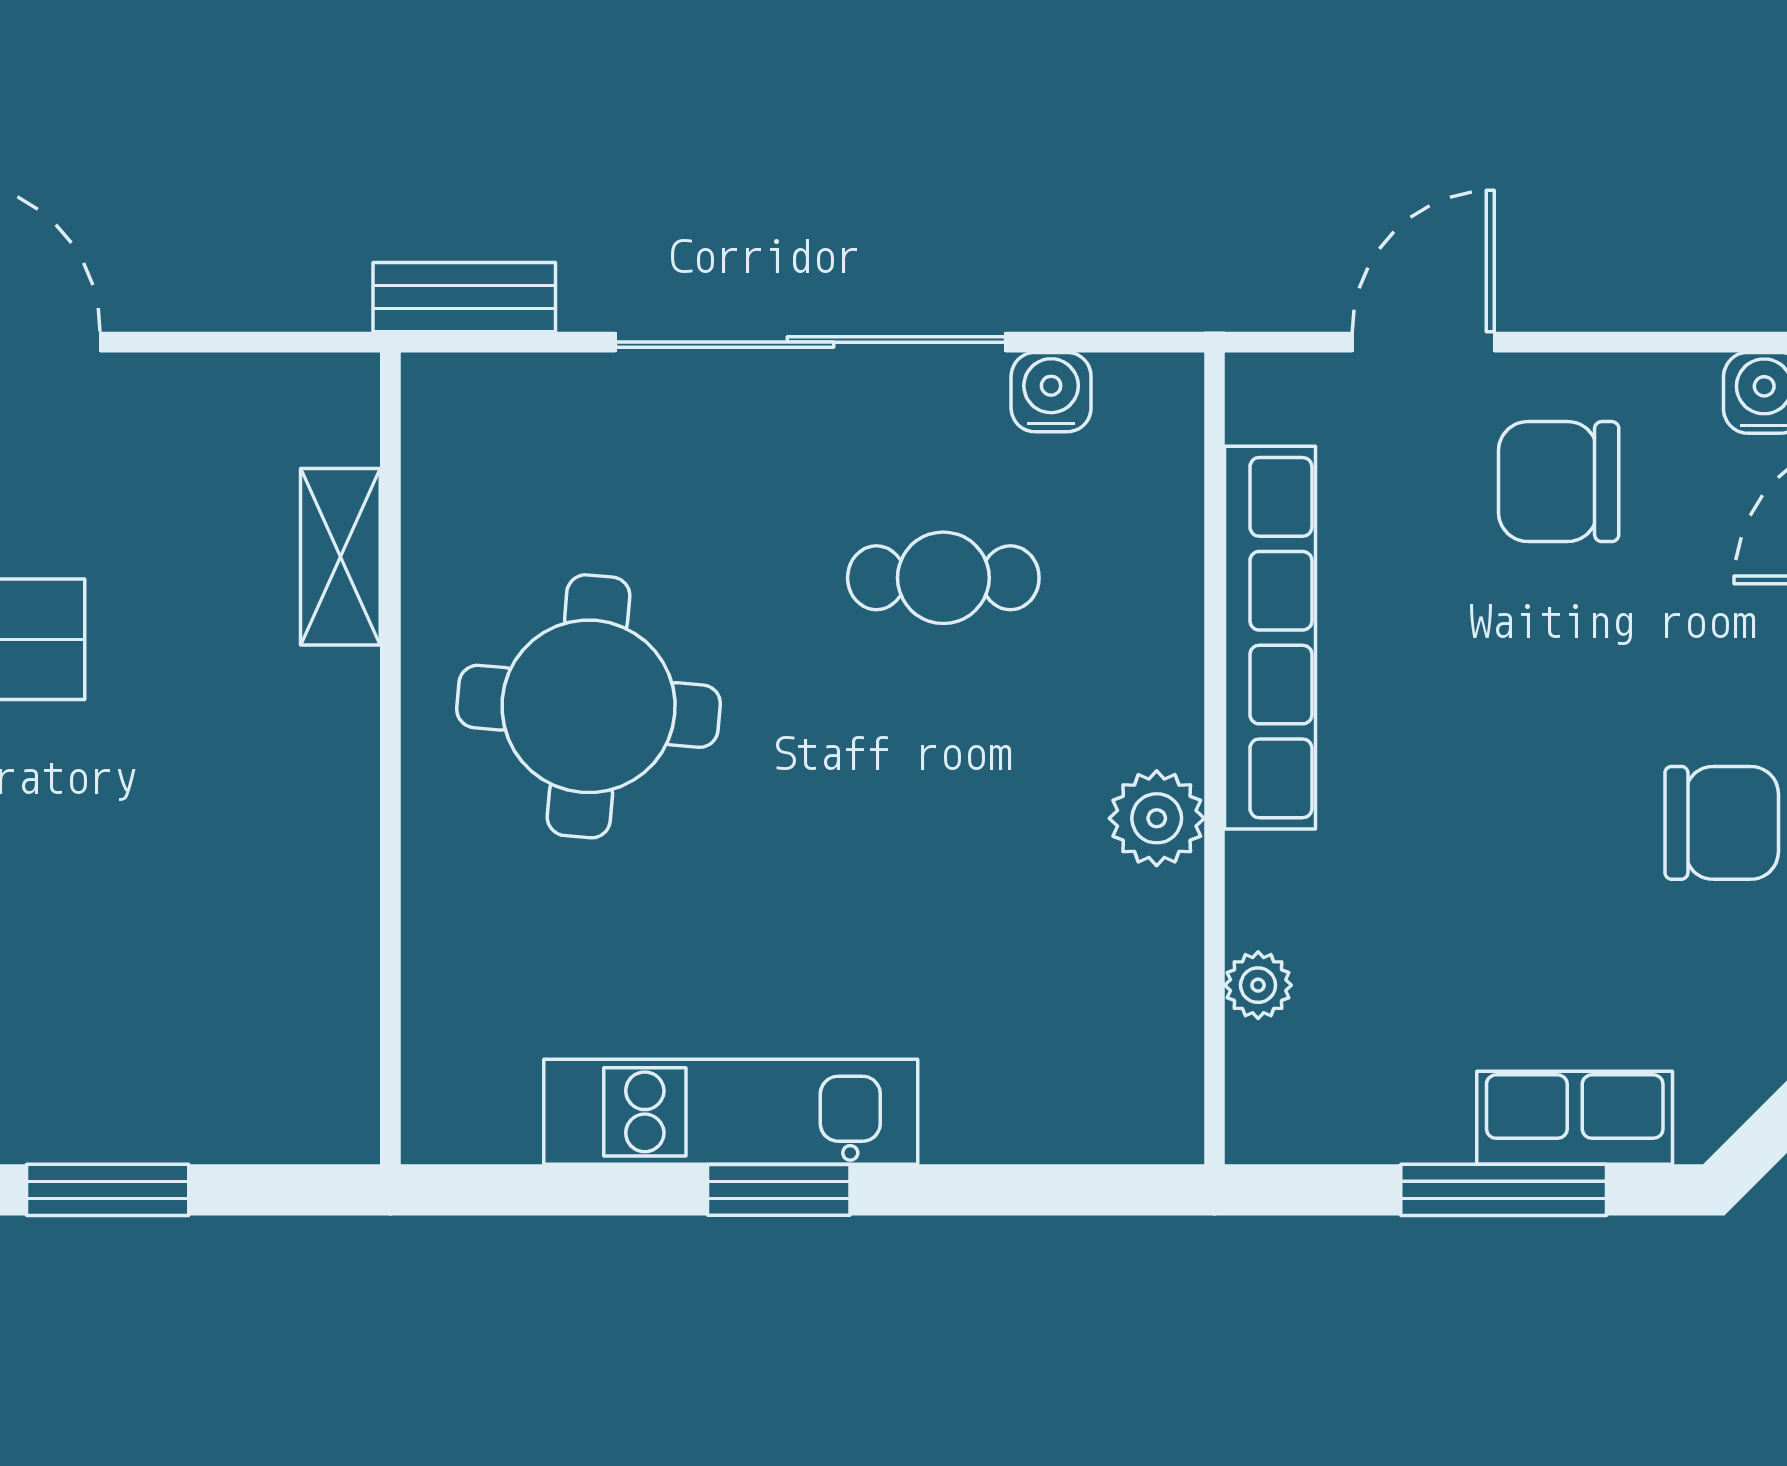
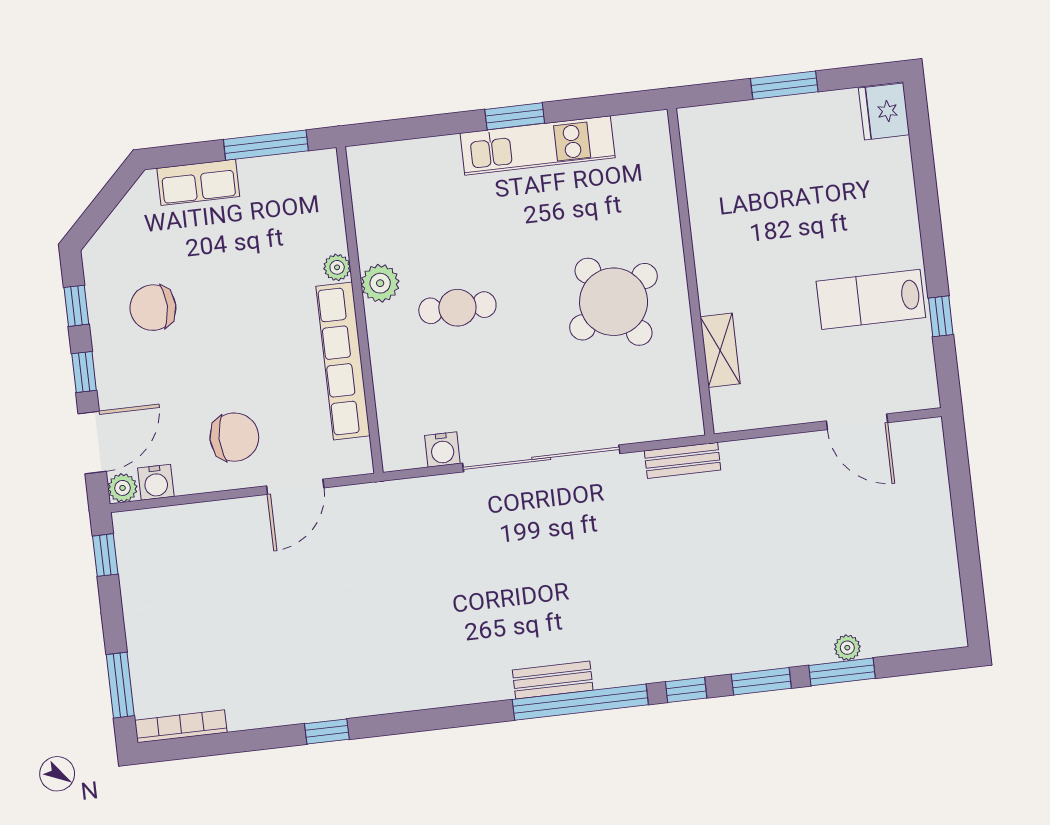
cafe table: (943, 578) -> (457, 308), moved
round table: (589, 706) -> (614, 302), turned -38
plant: (1258, 985) -> (337, 267), moved
window: (1504, 1190) -> (266, 145), moved

